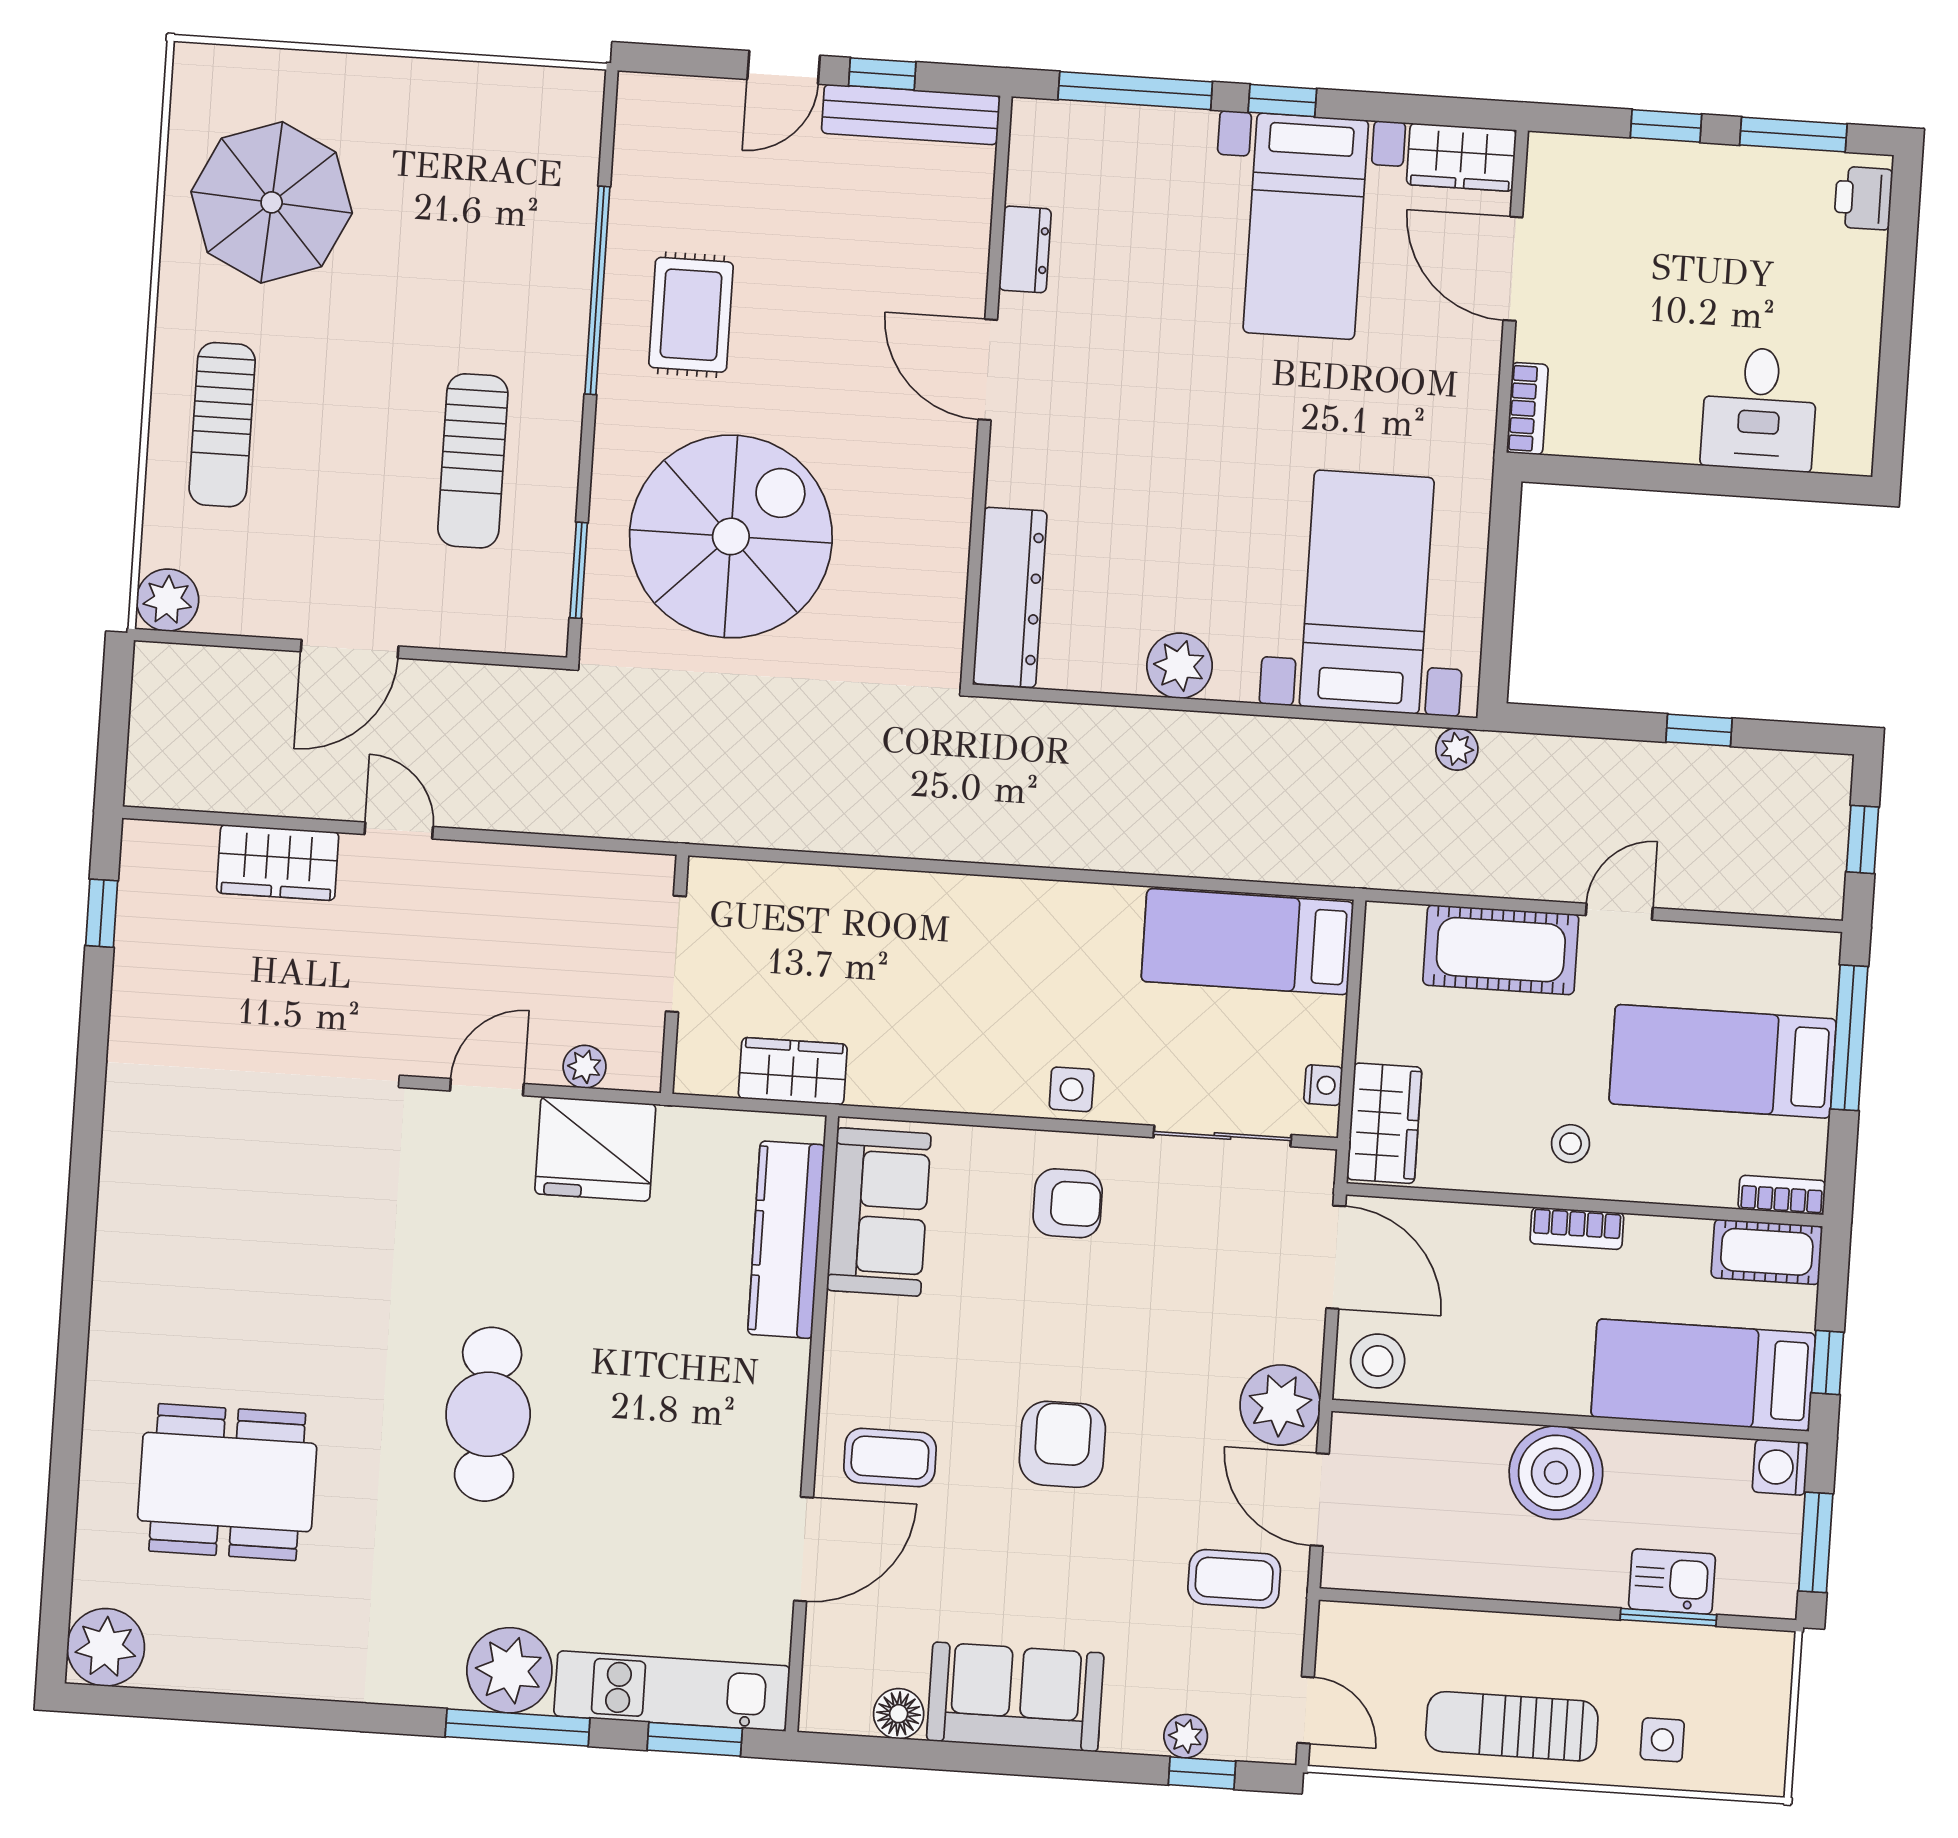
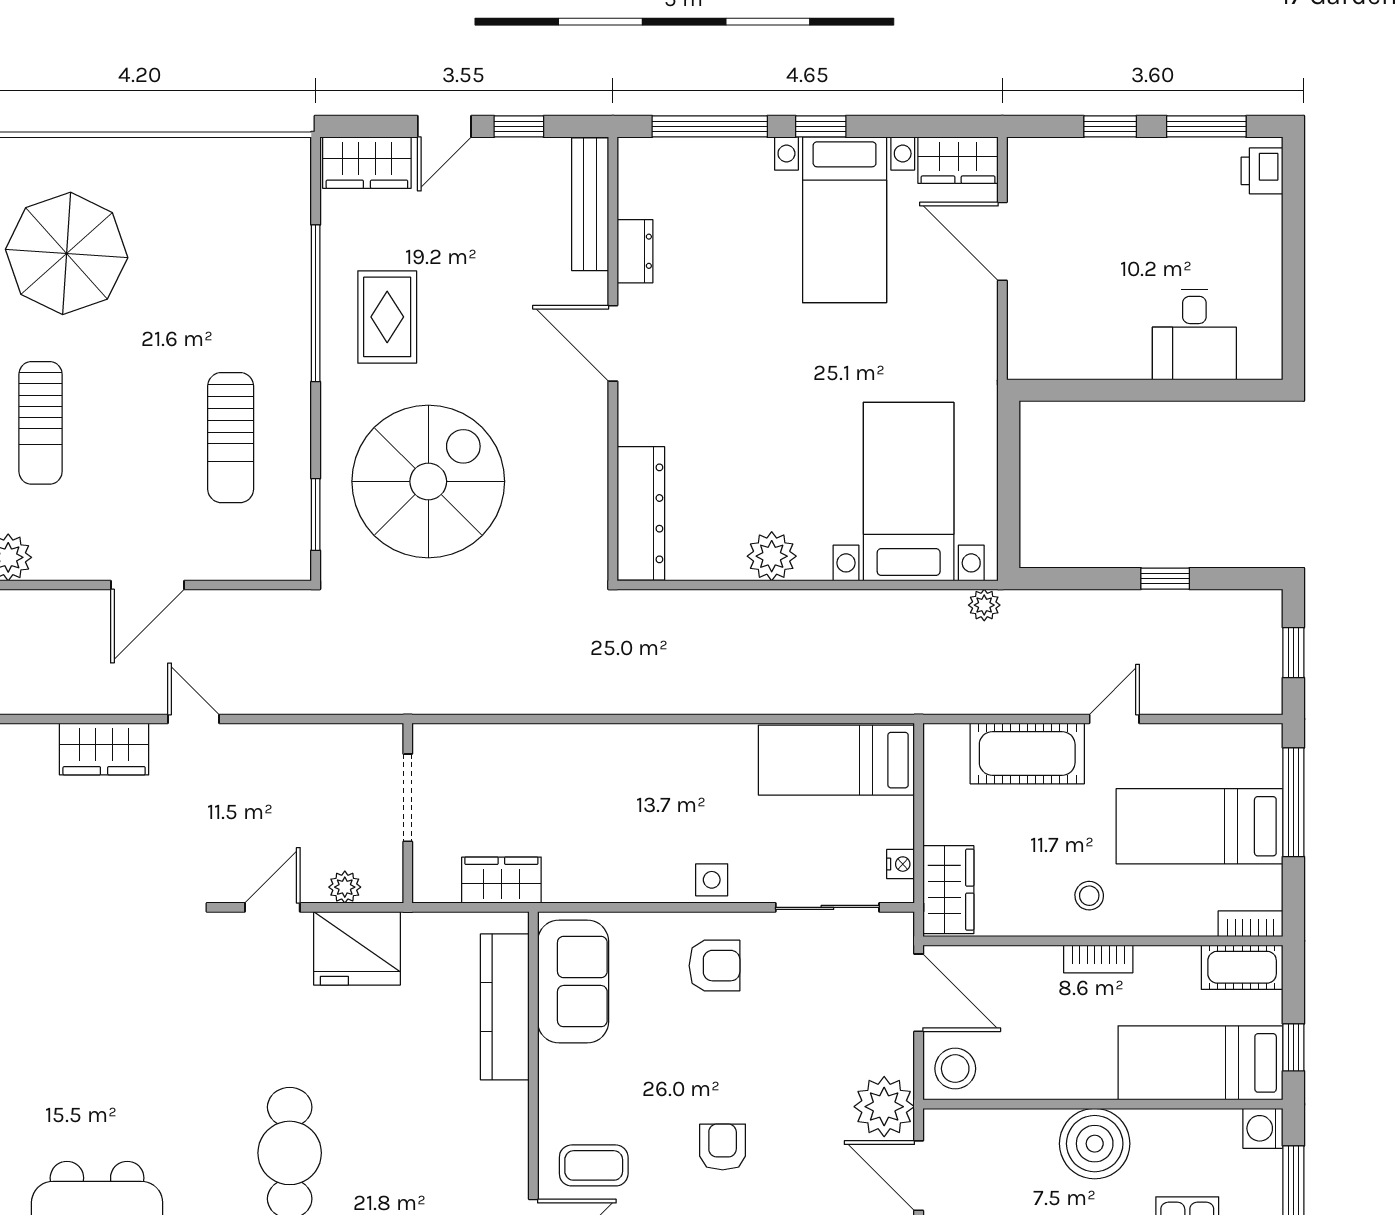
wardrobe: (678, 108) -> (367, 163), added
bench: (911, 114) -> (590, 204), moved, turned 90
bookcase: (1527, 409) -> (1020, 346), removed
armchair: (1062, 1444) -> (723, 1147), width x0.72, depth x0.72

